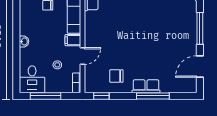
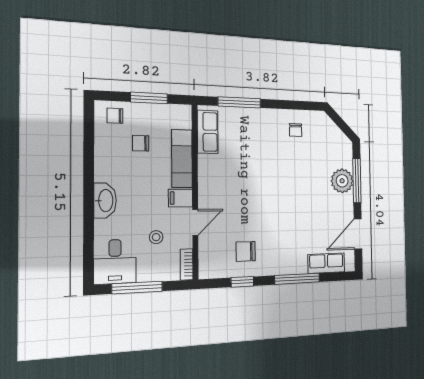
plant: (188, 29) -> (342, 181), added
washbasin: (24, 41) -> (105, 201), width x1.91, depth x1.45
row of seats: (146, 86) -> (326, 263), moved
window: (101, 96) -> (242, 282), moved

